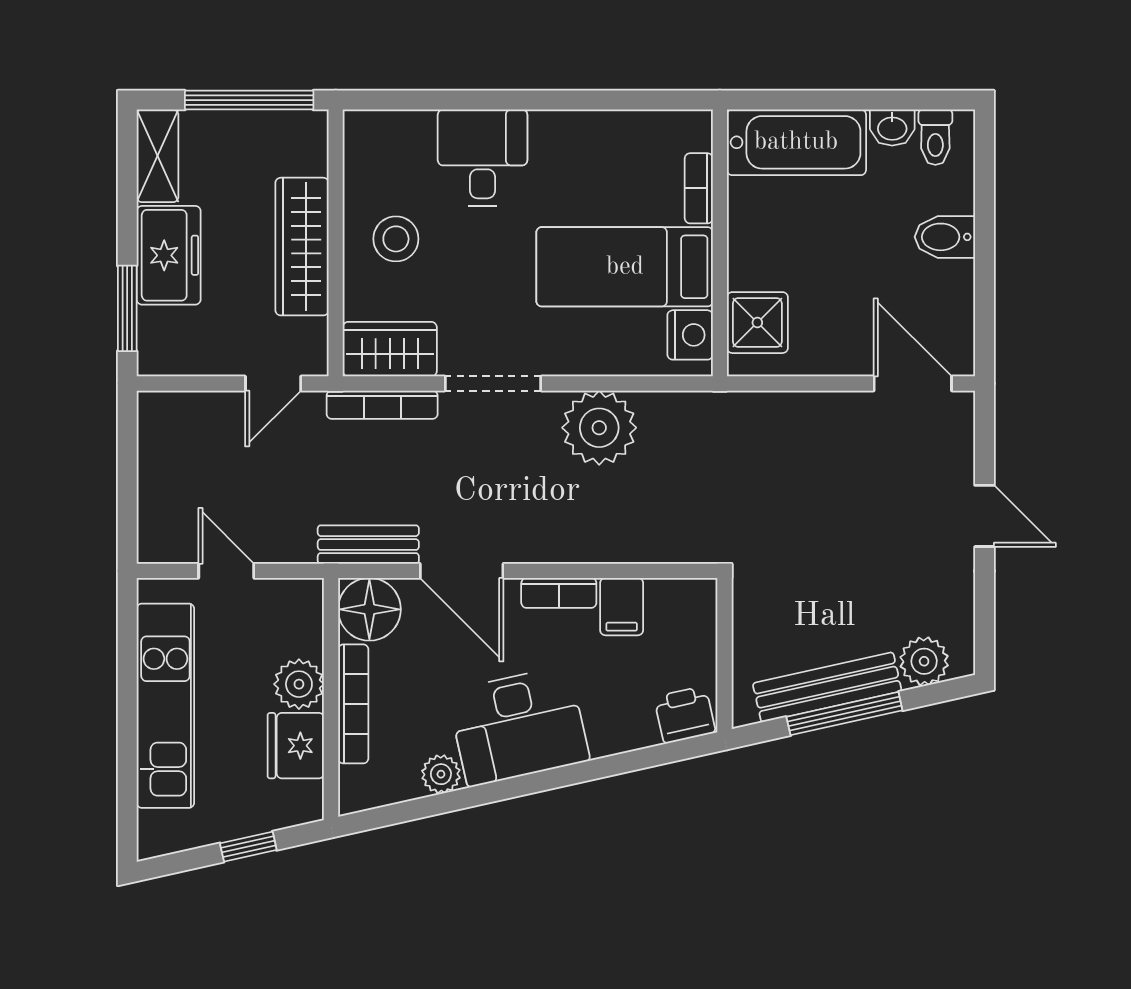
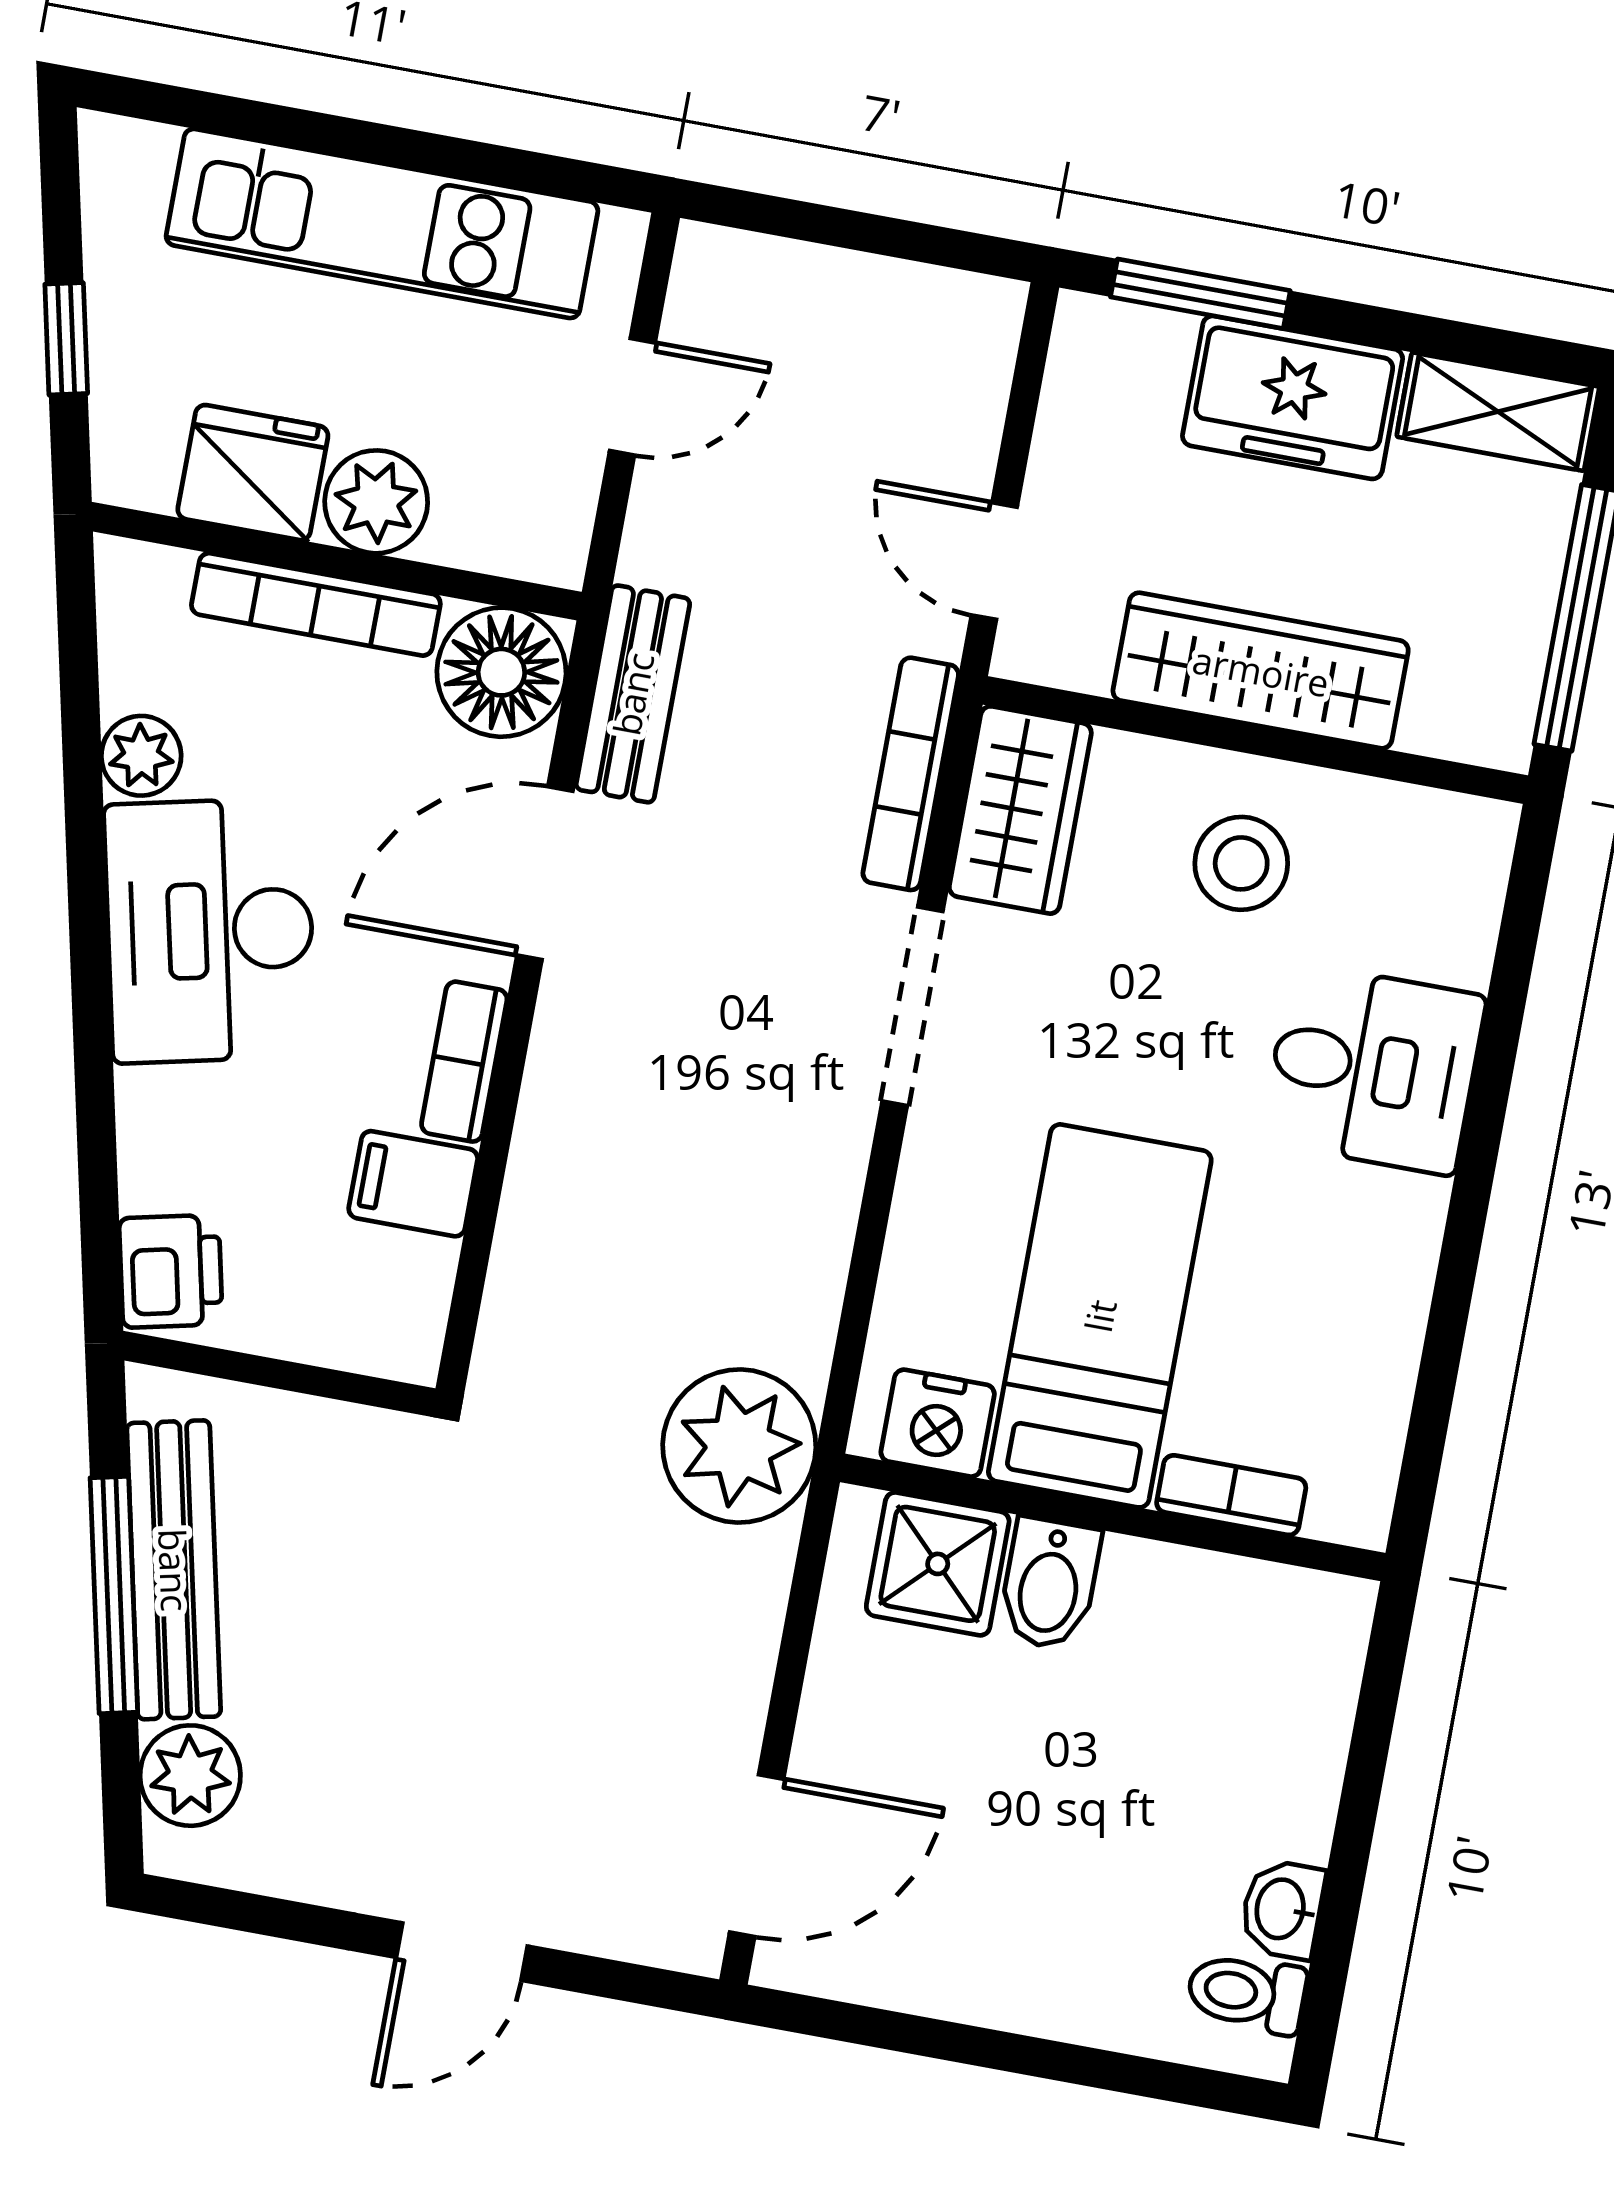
bathtub: (796, 142) -> (1288, 1710), removed
bidet: (945, 237) -> (1049, 1584), moved, turned 180
plant: (599, 428) -> (739, 1446), moved

